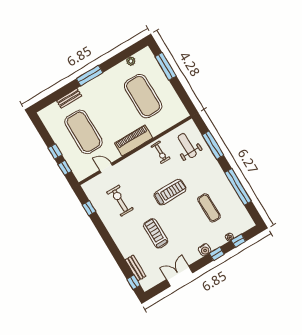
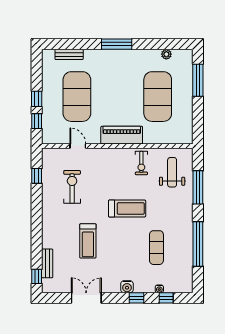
bench: (69, 98) -> (69, 54), moved
treadmill: (156, 233) -> (88, 241), turned 180

